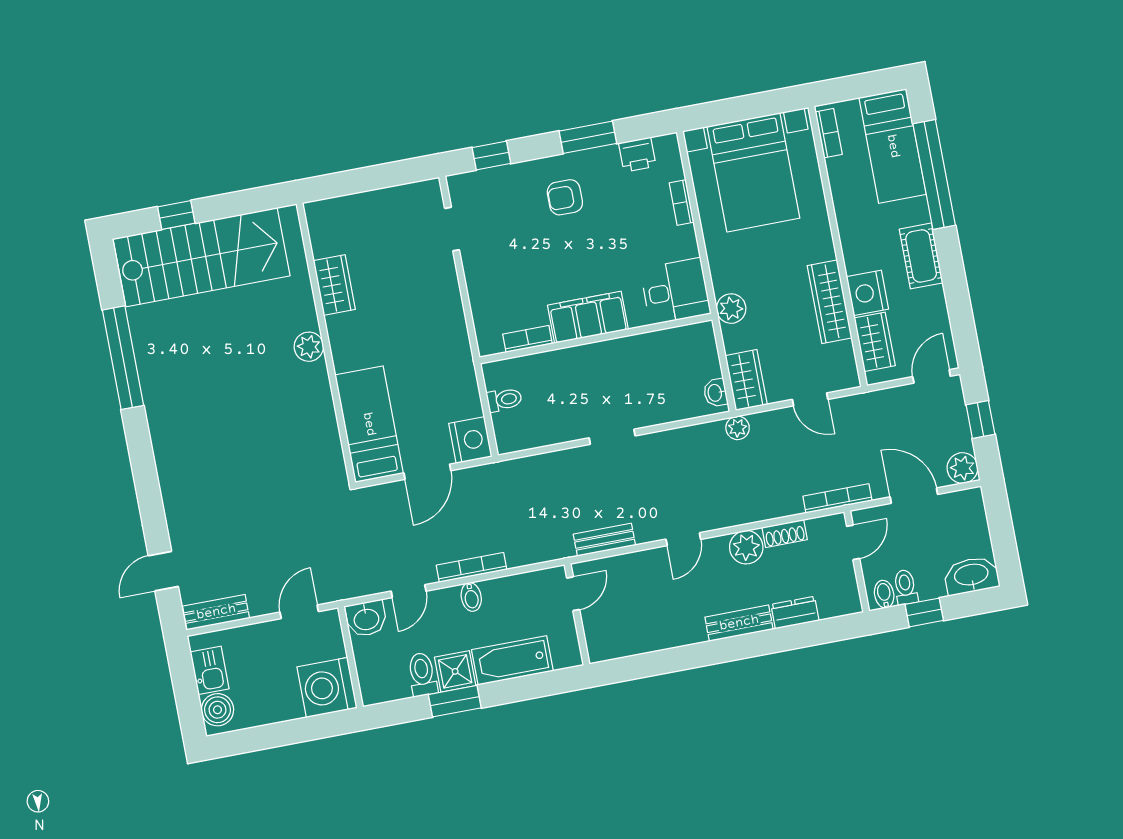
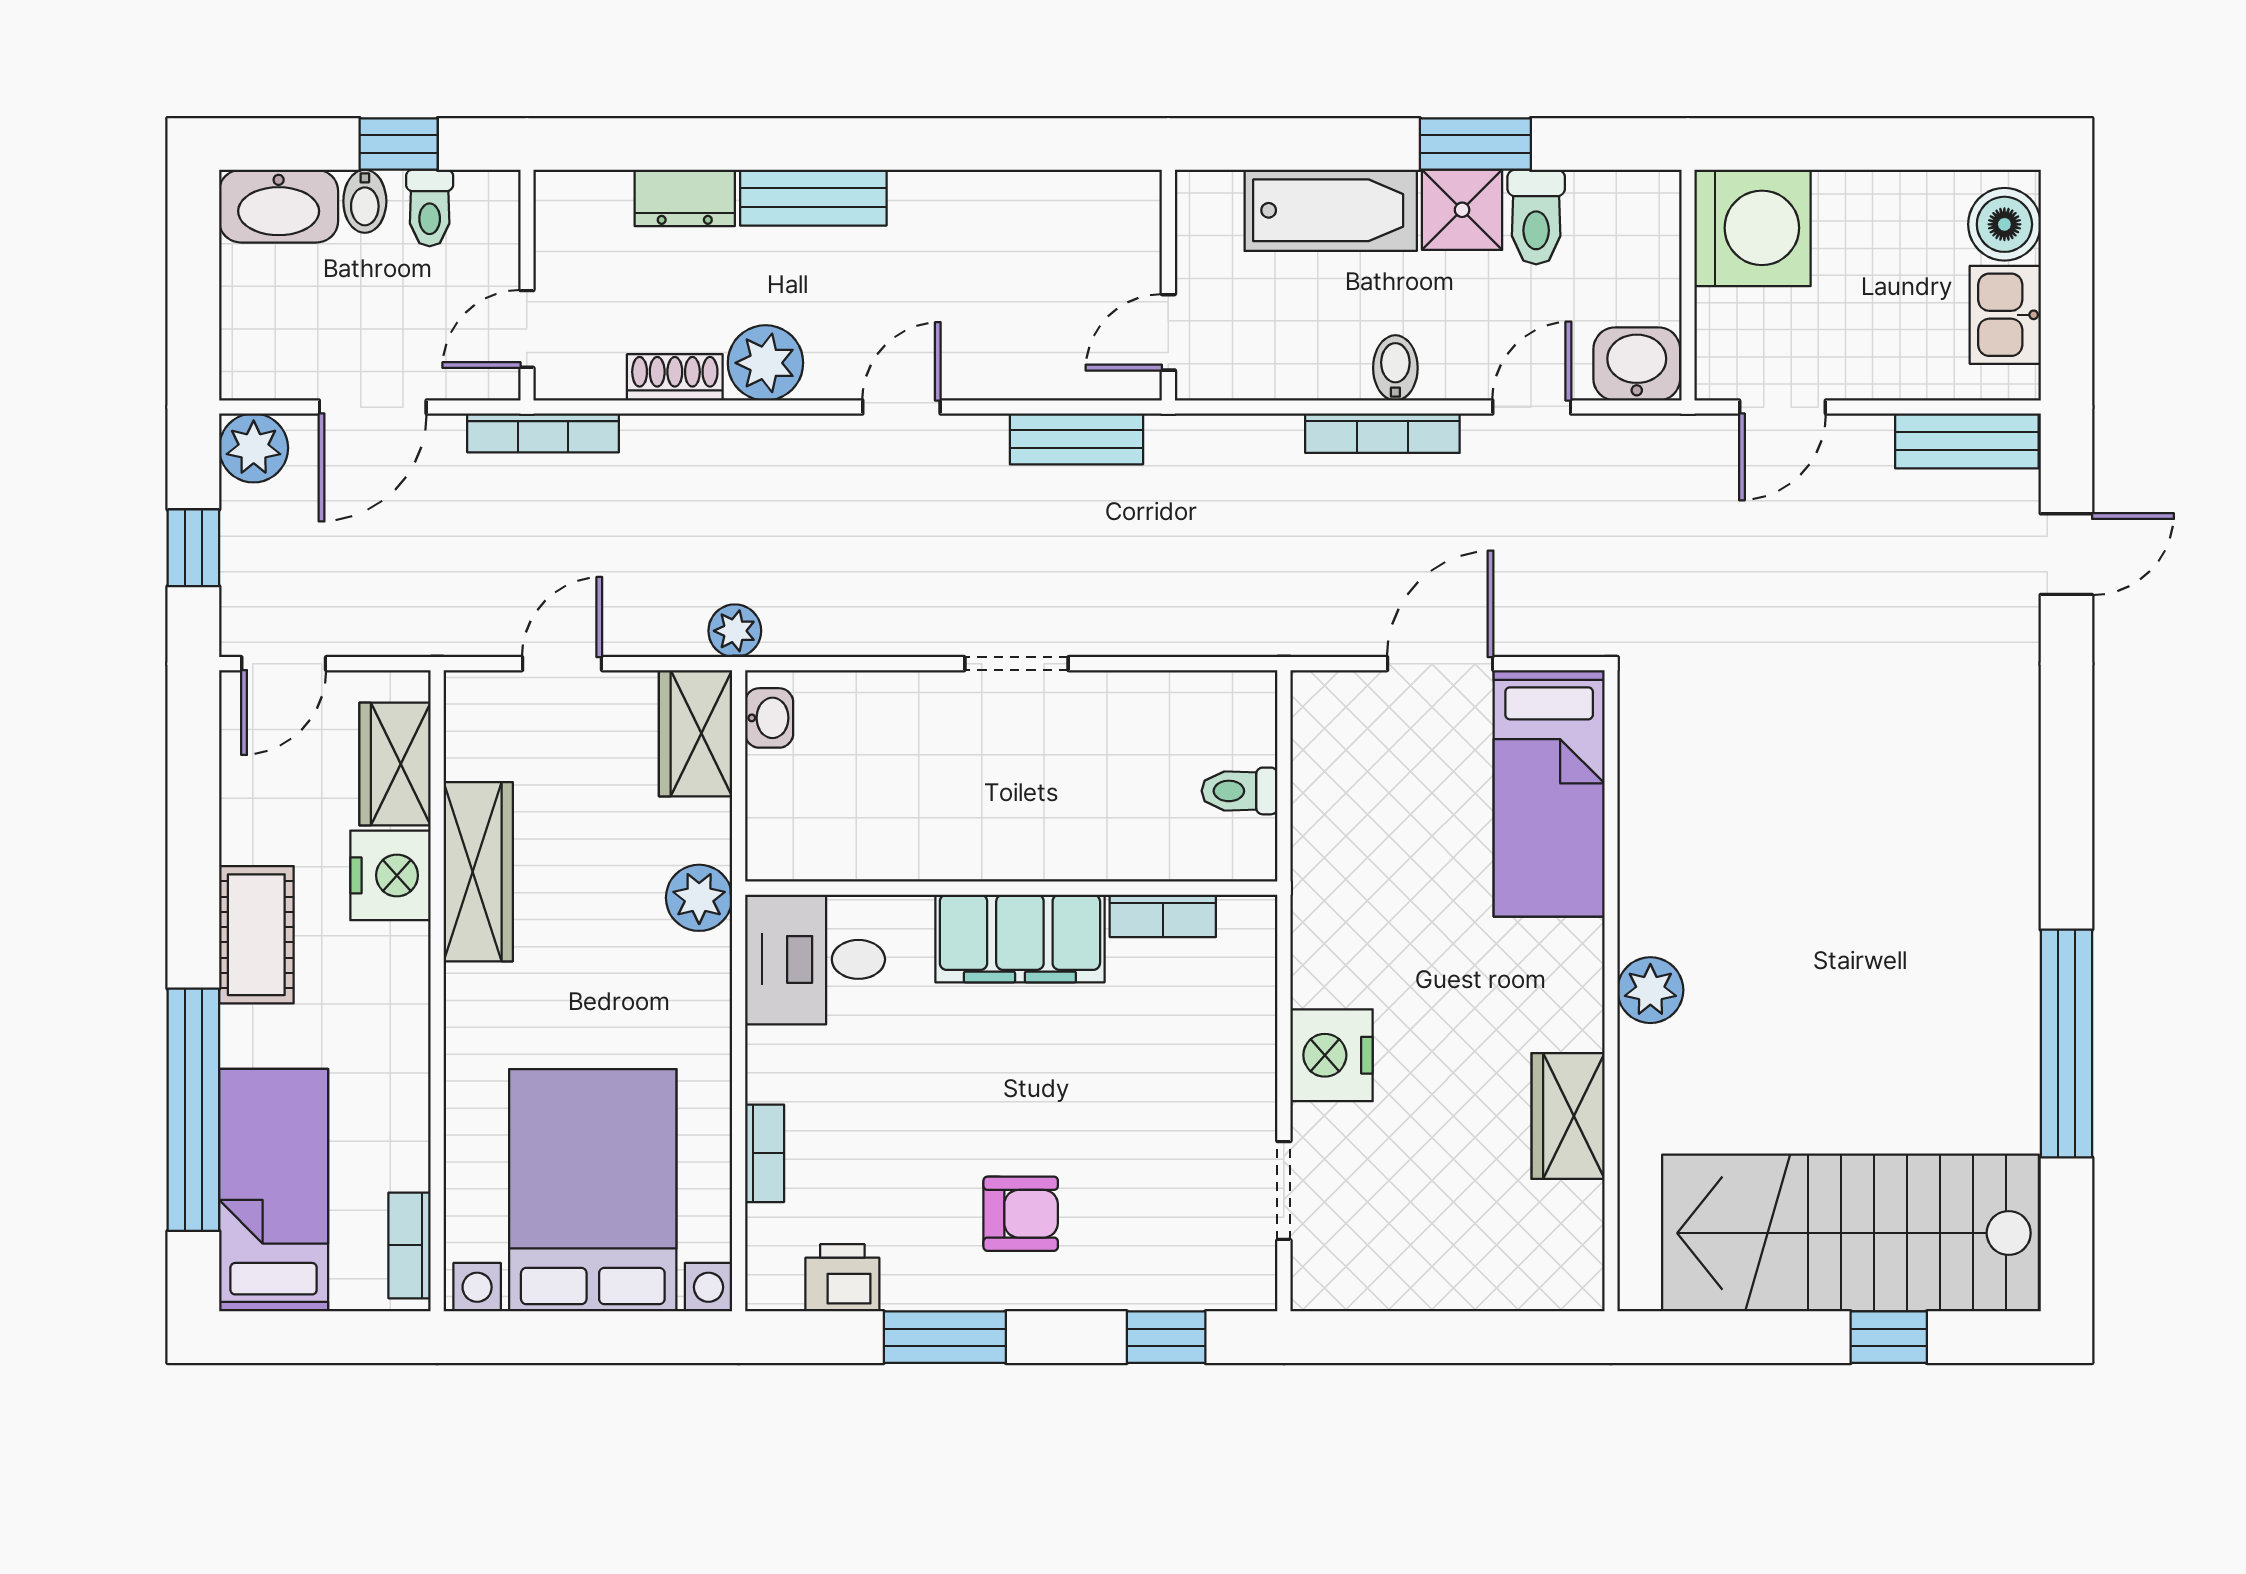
door: (810, 399) -> (562, 664), hinge flipped
nightstand: (470, 440) -> (1331, 1055), moved
door: (914, 496) -> (373, 407), hinge flipped
bidet: (884, 594) -> (365, 201), moved

